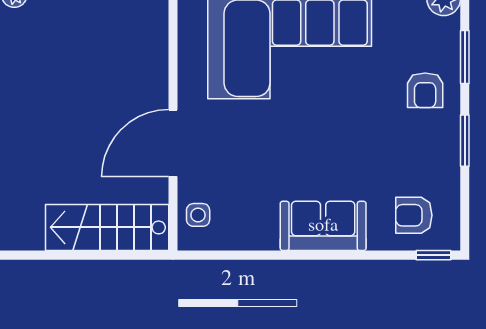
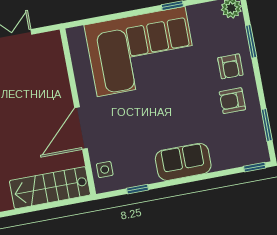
window: (465, 141) -> (267, 125), moved
armchair: (414, 215) -> (232, 101), moved
window: (244, 255) -> (137, 189), added

